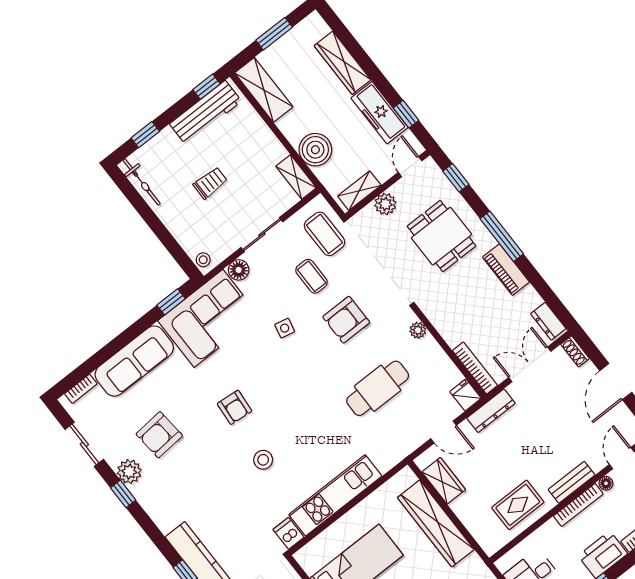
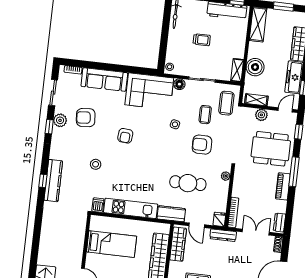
dining table: (441, 236) -> (271, 149), width x1.38
window: (171, 302) -> (141, 71), removed
kitchen counter: (395, 450) -> (171, 214), added
stool: (263, 460) -> (96, 164), moved
wardrobe: (444, 481) -> (178, 244), width x1.50

